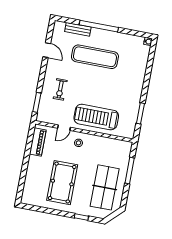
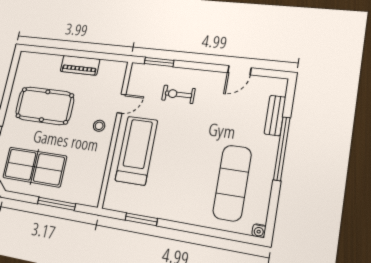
exercise mat: (95, 57) -> (232, 183), moved
door: (64, 128) -> (121, 104), swing flipped
piano: (38, 142) -> (80, 65), moved

